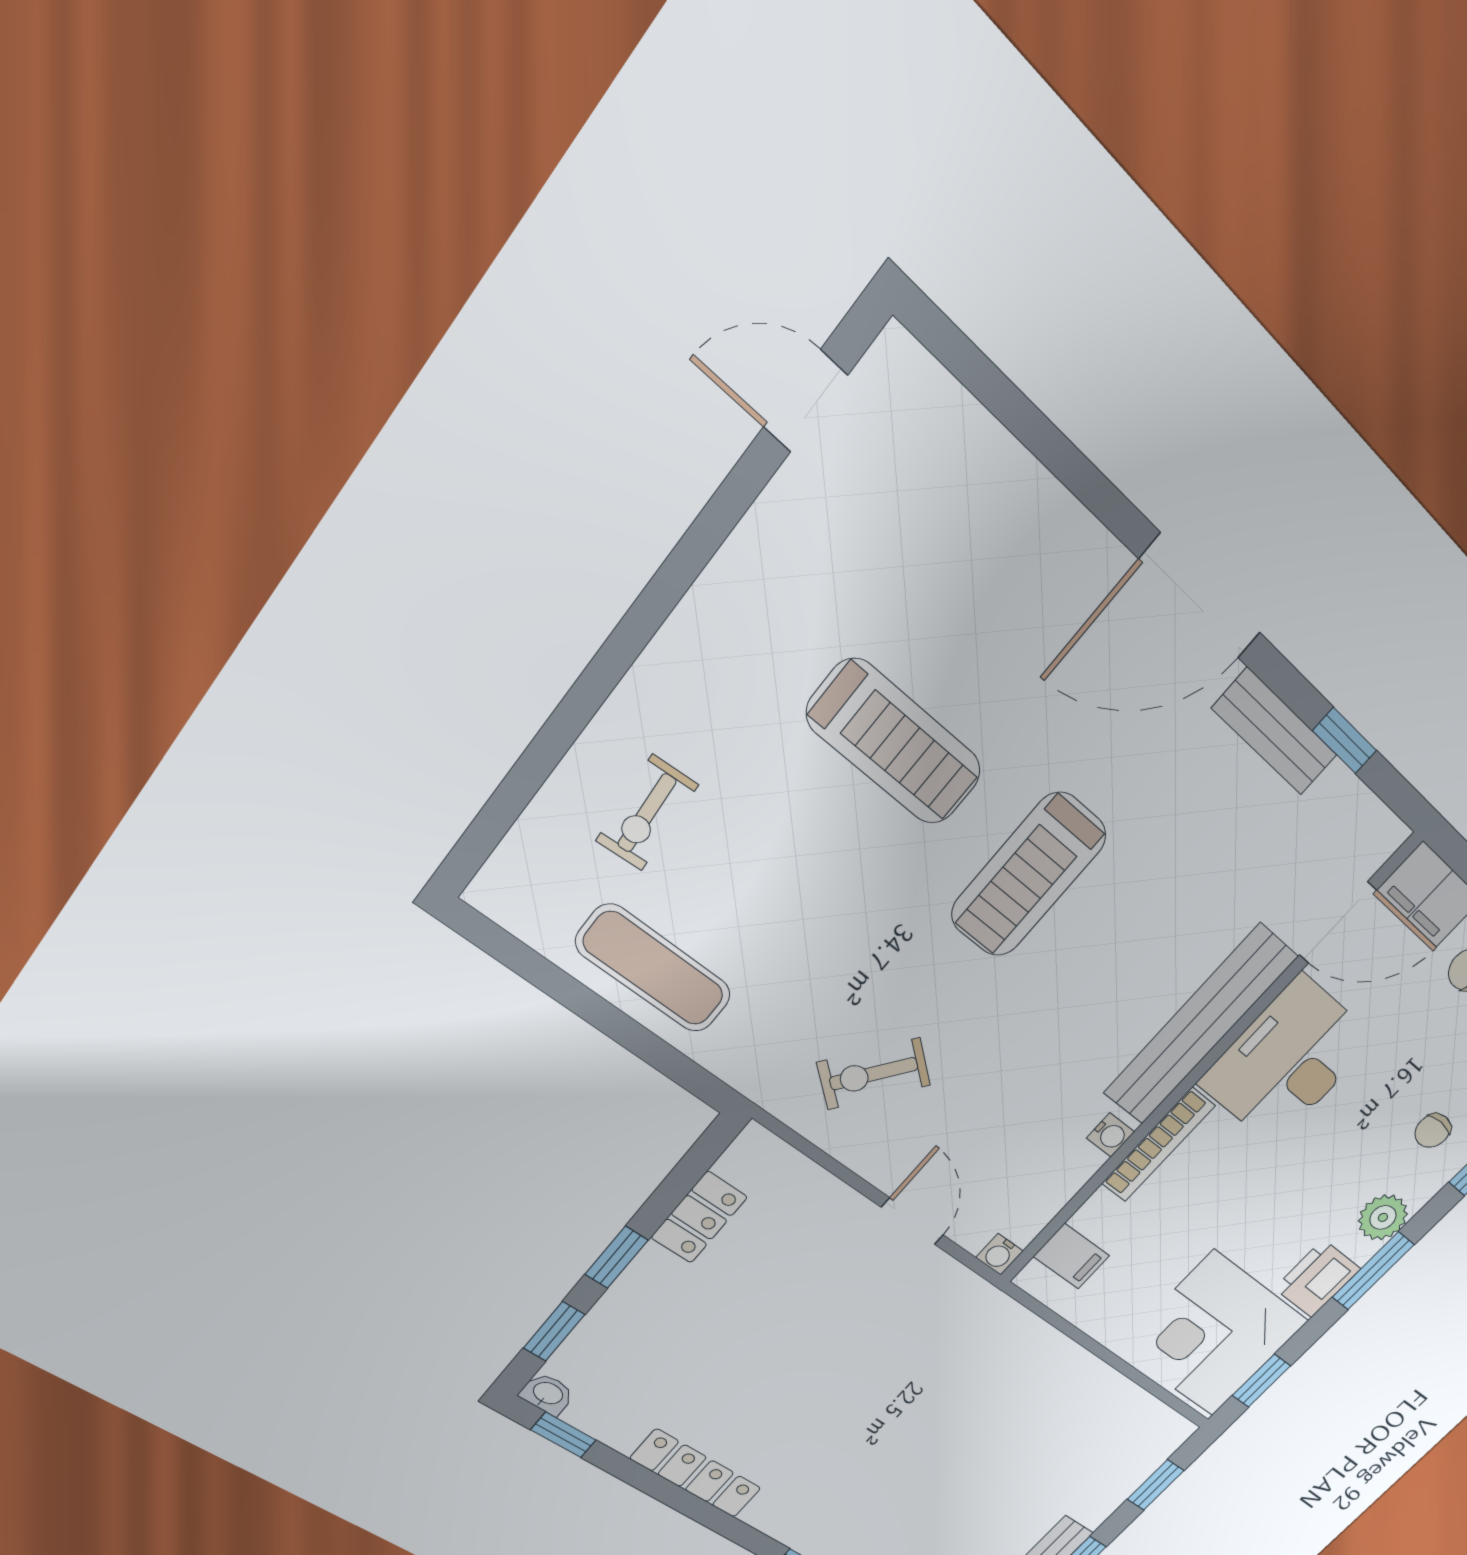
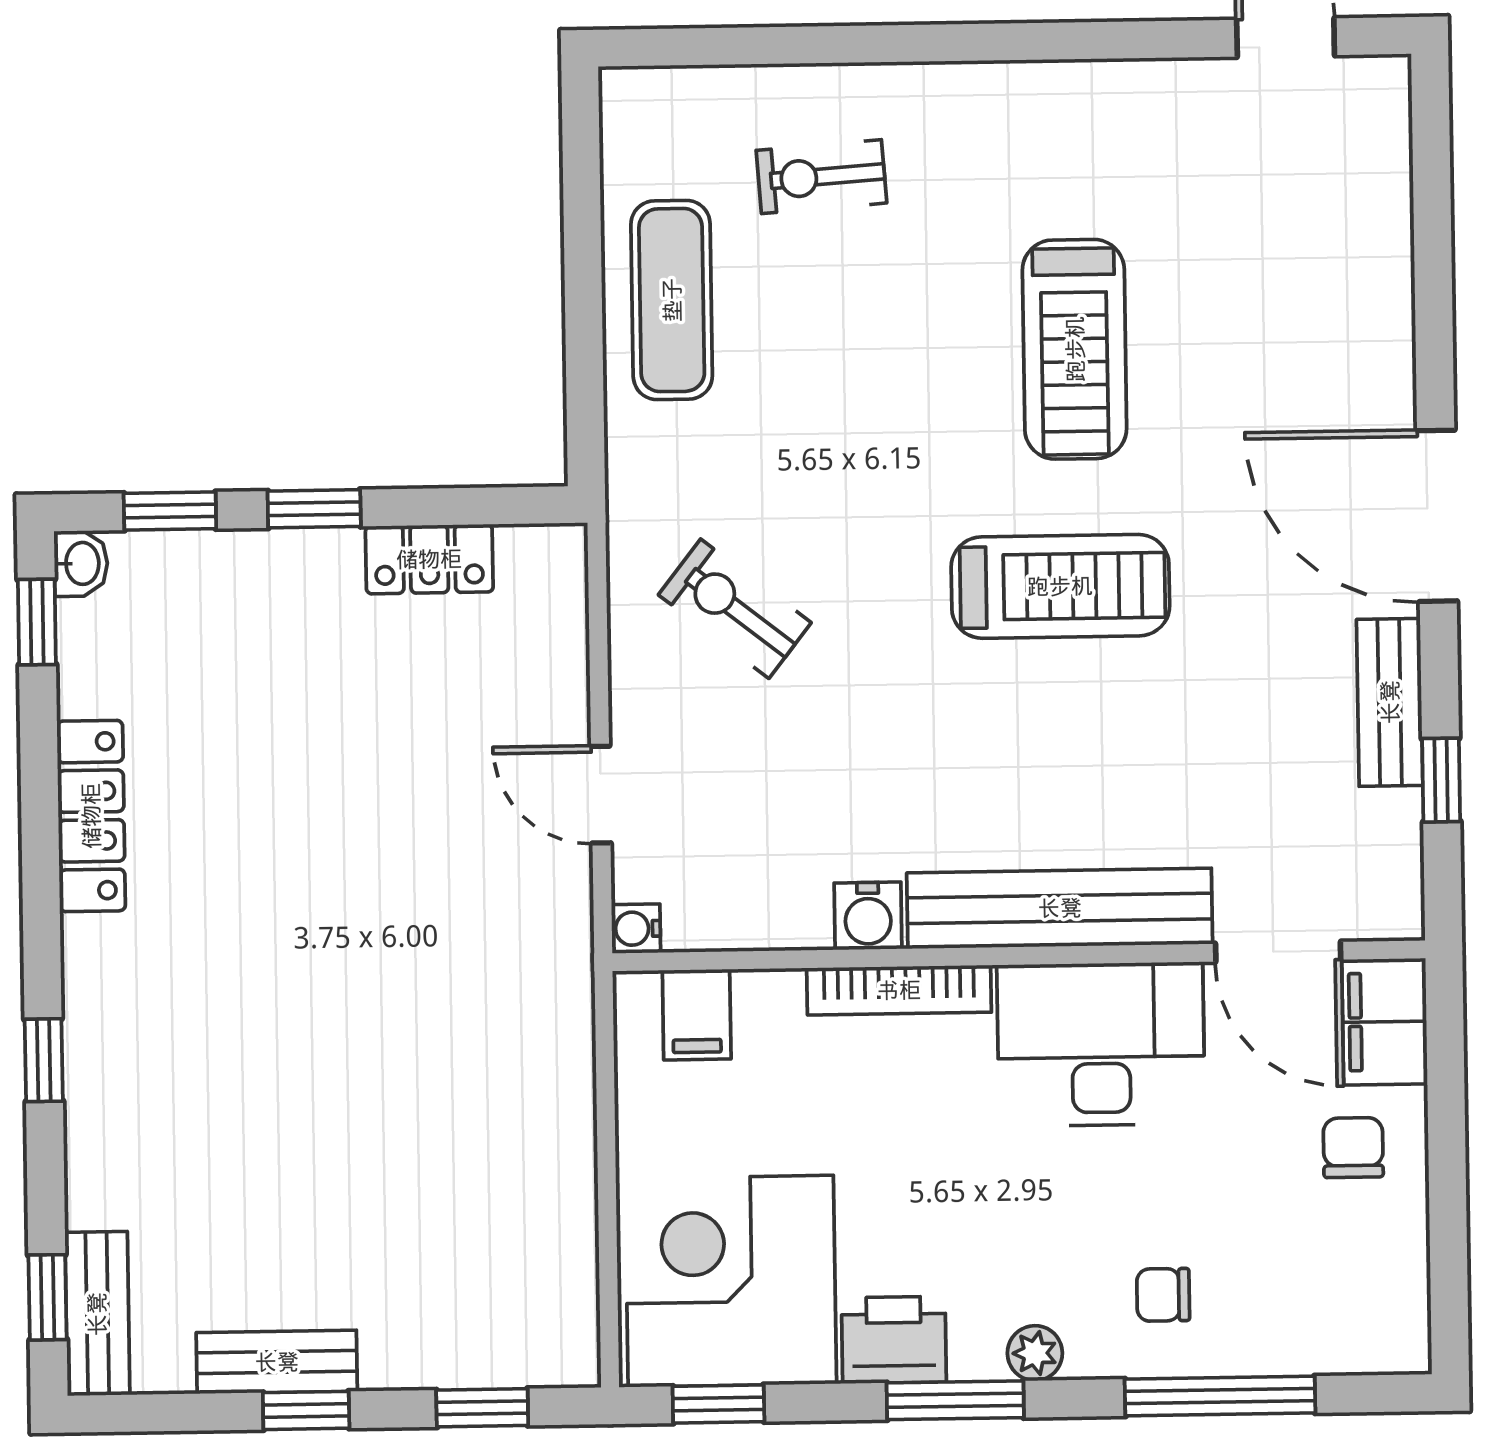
treadmill: (1028, 875) -> (1060, 586), turned 180
water cooler: (1110, 1135) -> (868, 916), width x1.38, depth x1.38
plant: (1383, 1217) -> (1035, 1353), width x0.73, depth x0.73
door: (912, 1221) -> (601, 795), swing flipped

